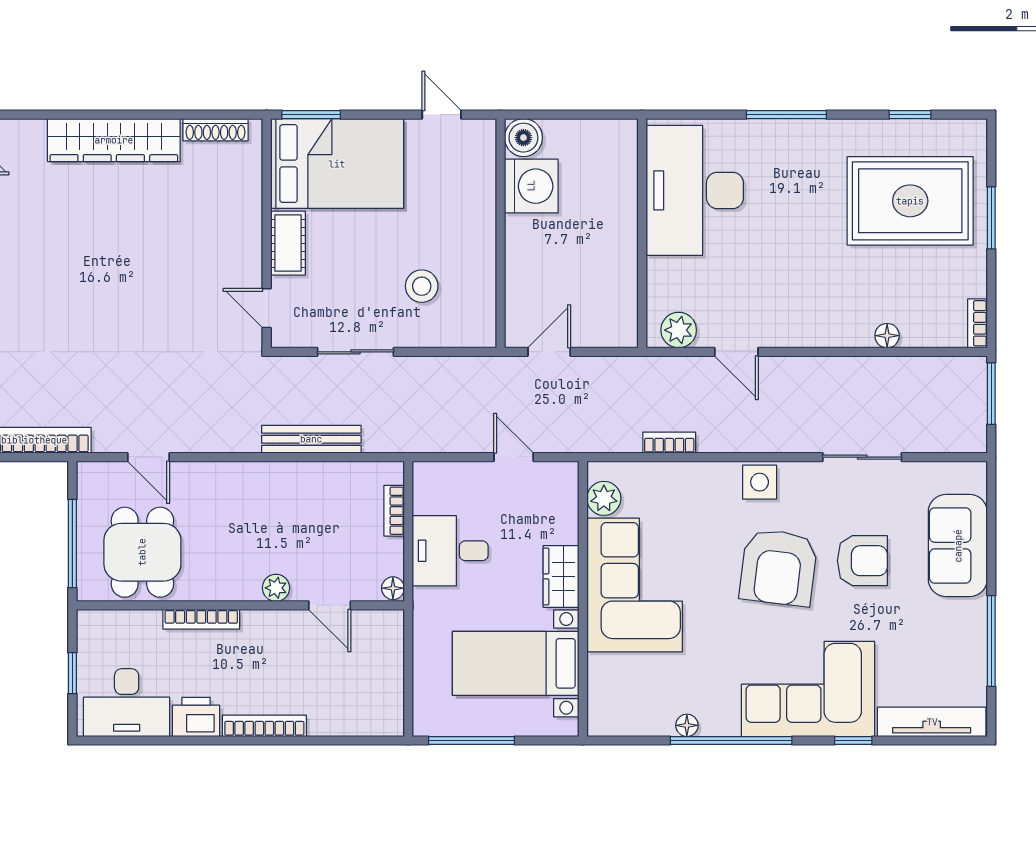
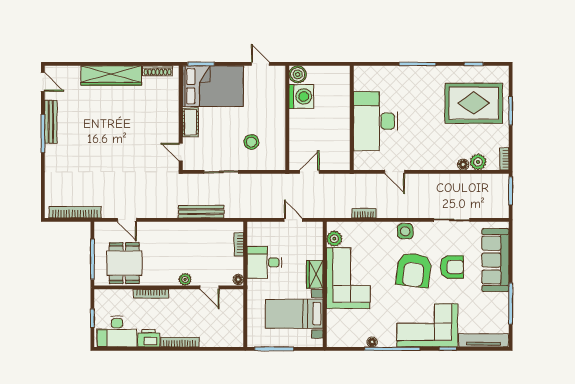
desk: (695, 190) -> (376, 121), moved
plant: (679, 330) -> (478, 162), moved
sofa: (958, 546) -> (495, 260), width x1.36

